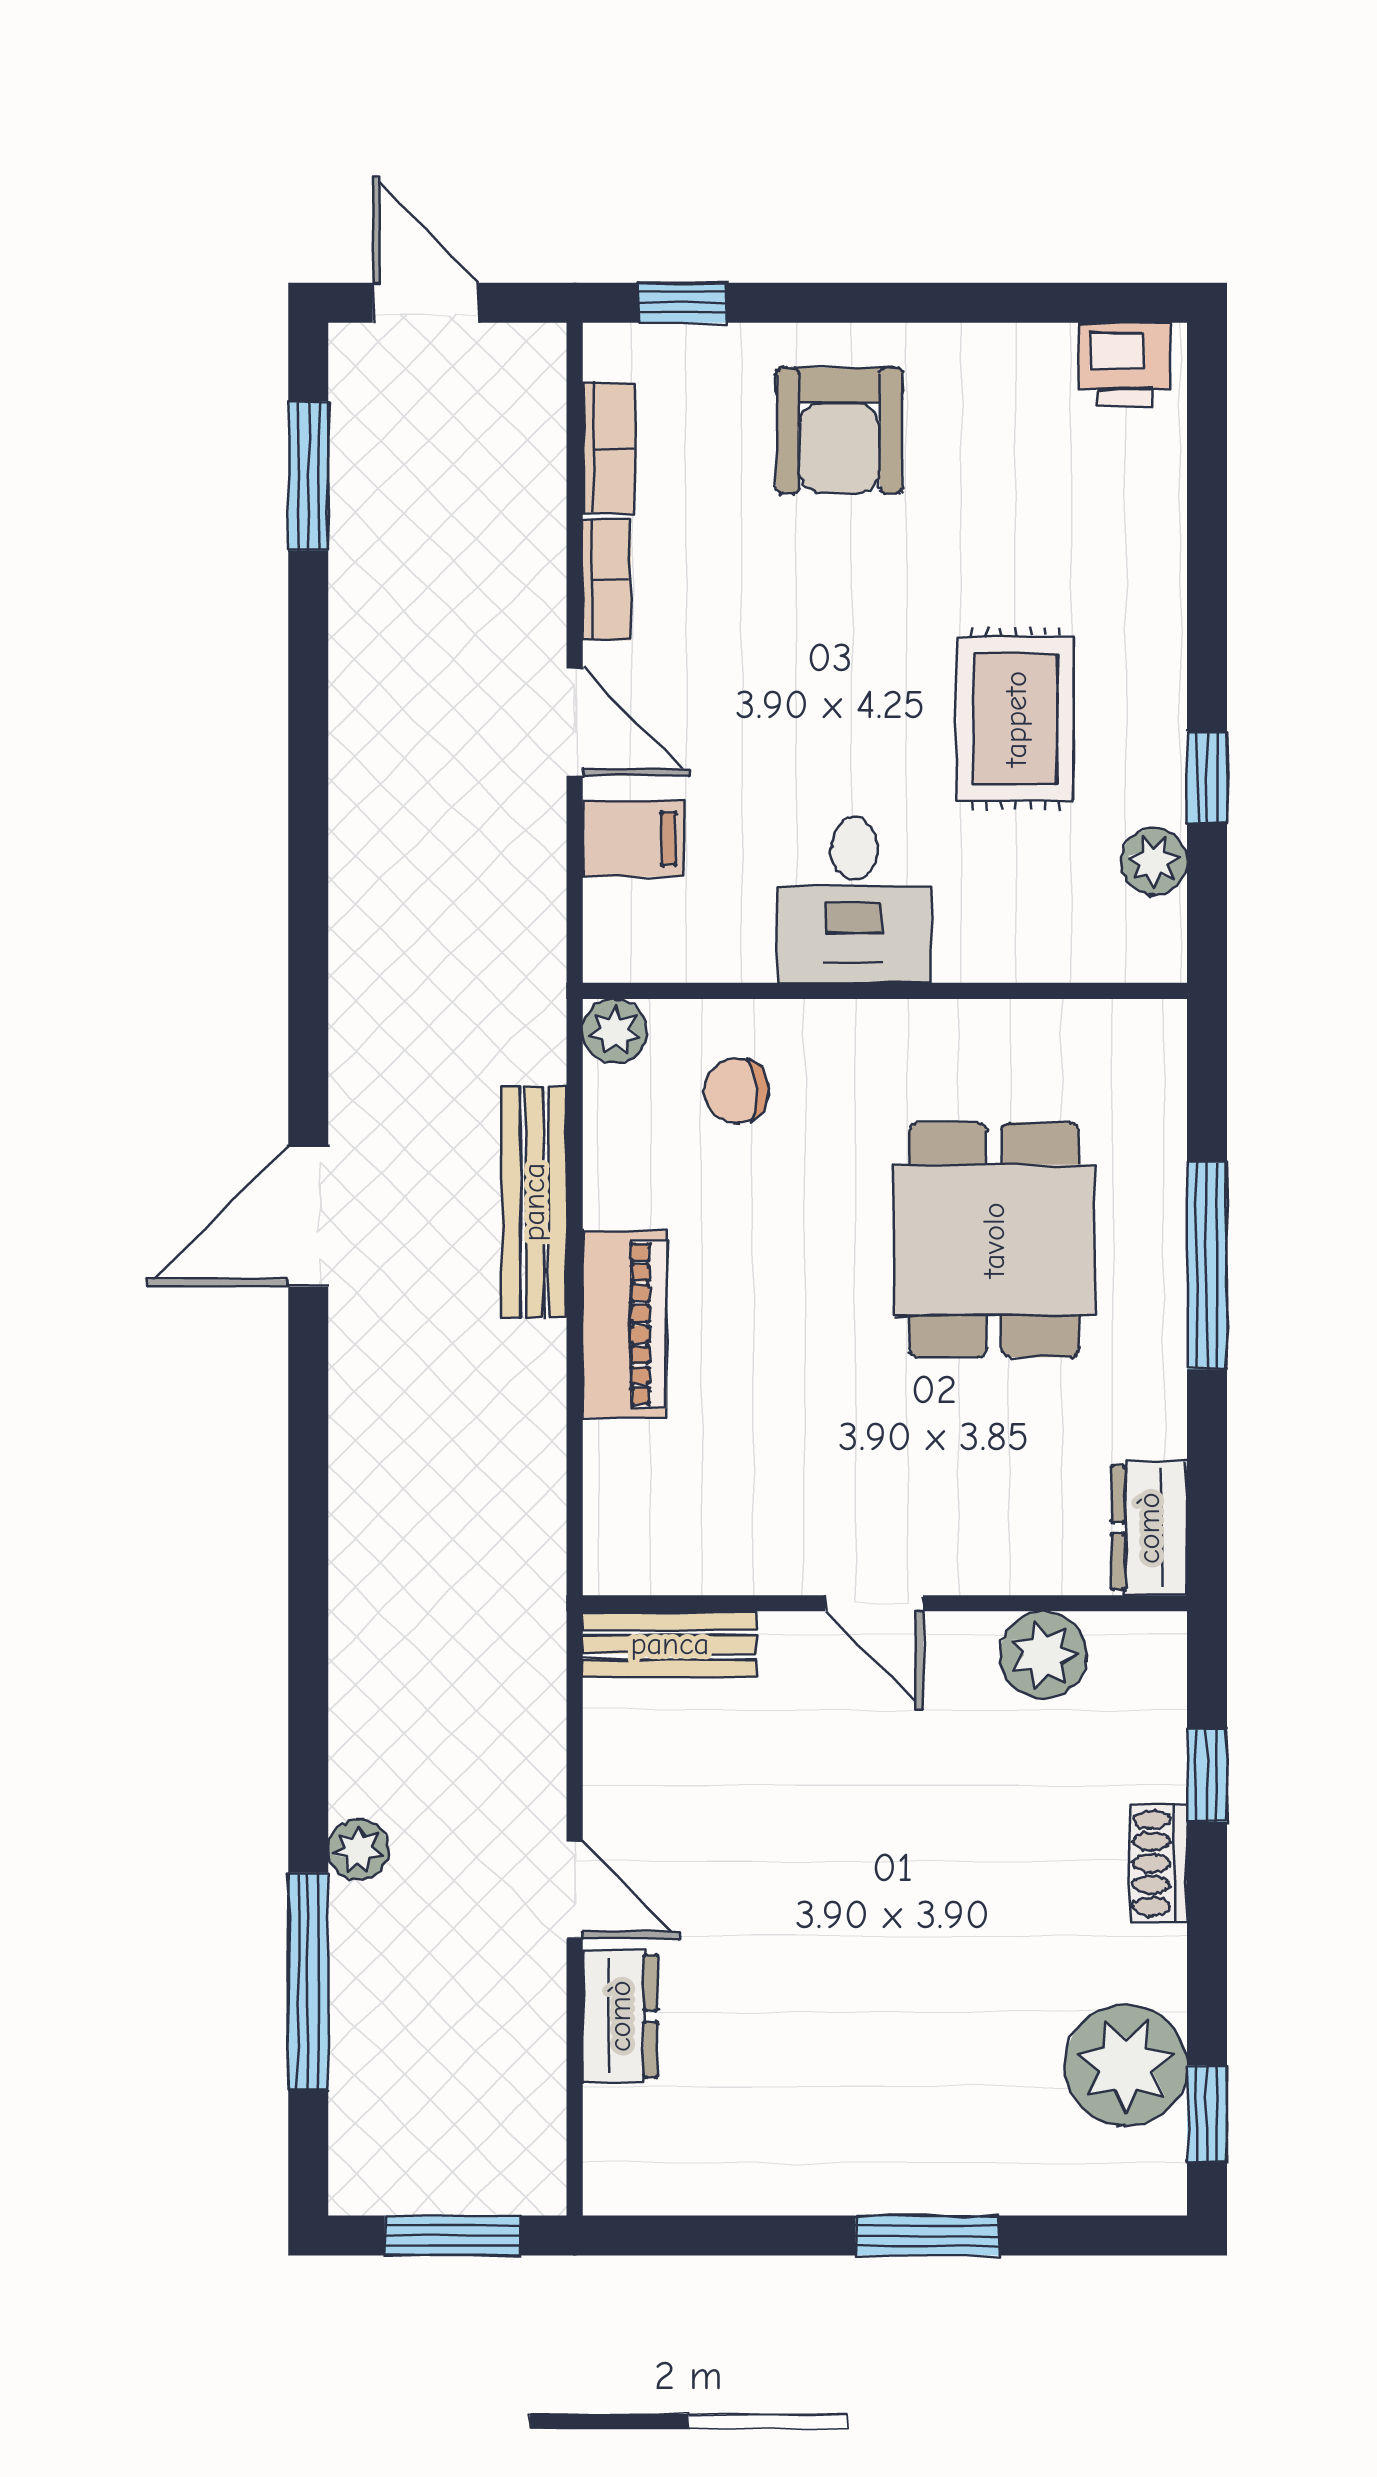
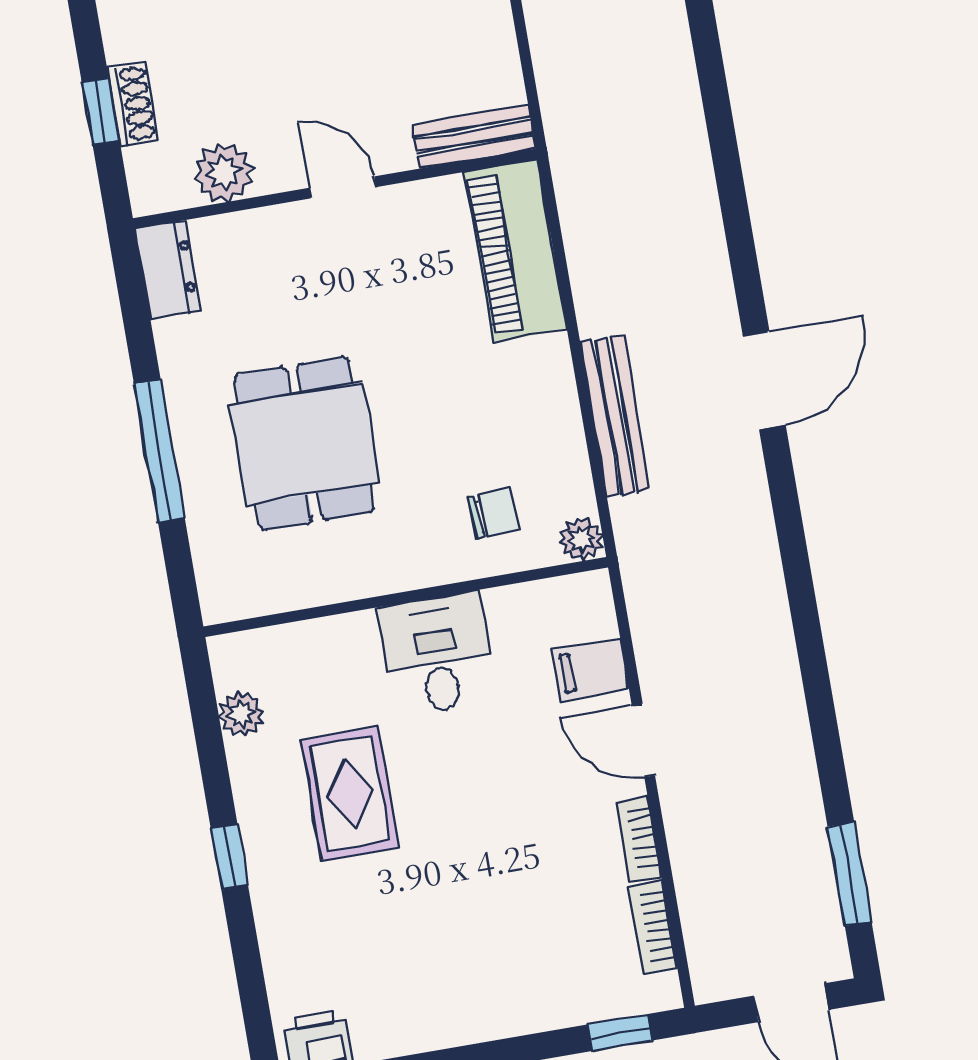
armchair: (839, 431) -> (501, 965), removed
window: (1207, 777) -> (229, 857), moved
piano: (624, 1324) -> (515, 251), moved, width x1.37, depth x1.33
shoe rack: (1158, 1863) -> (133, 104), moved

